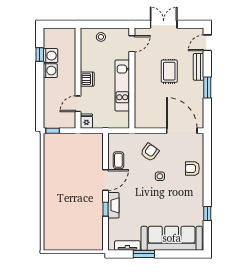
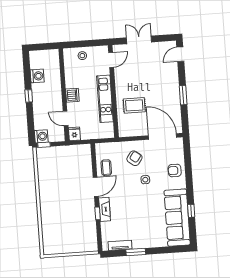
window: (40, 54) -> (29, 96), moved
bench: (199, 67) -> (174, 77), removed
washing machine: (50, 71) -> (41, 136), moved
rug: (169, 71) -> (134, 105), moved, turned 90
door: (78, 104) -> (66, 118), hinge flipped
sofa: (172, 238) -> (177, 218), moved, turned -90

